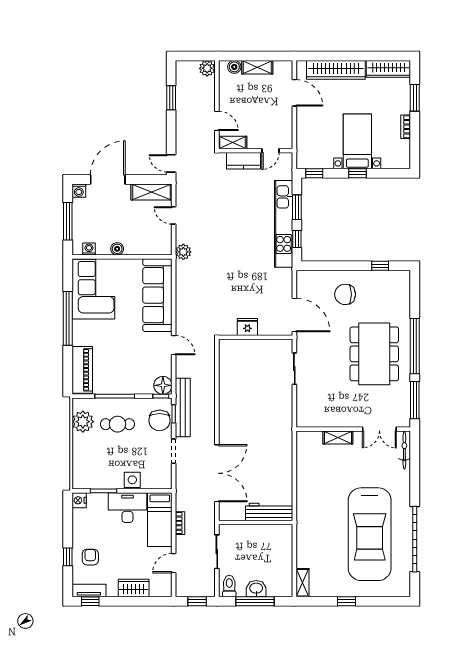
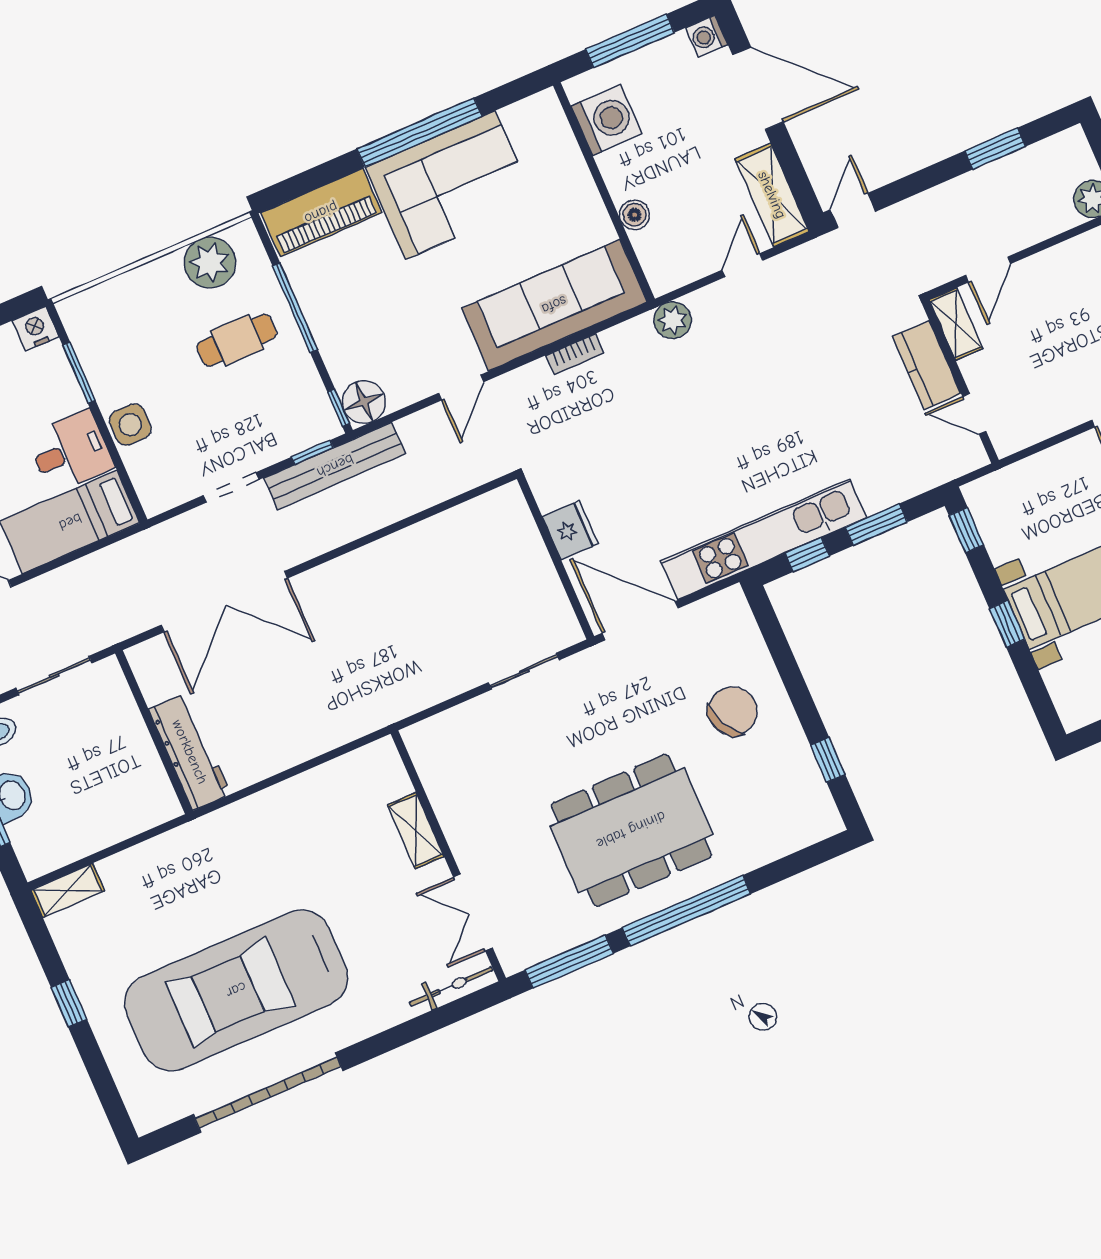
kitchen unit: (284, 224) -> (764, 539), moved
washing machine: (89, 249) -> (606, 120), width x1.89, depth x1.89
boiler: (117, 249) -> (634, 215), moved
corner sofa: (93, 289) -> (450, 185), moved
chair: (345, 294) -> (733, 711), turned 64
door: (294, 315) -> (640, 621), swing flipped
chair: (160, 420) -> (285, 428), removed
cafe table: (117, 424) -> (237, 340), turned 90
desk: (127, 508) -> (70, 452), width x0.73
bookcase: (180, 523) -> (575, 354), moved

